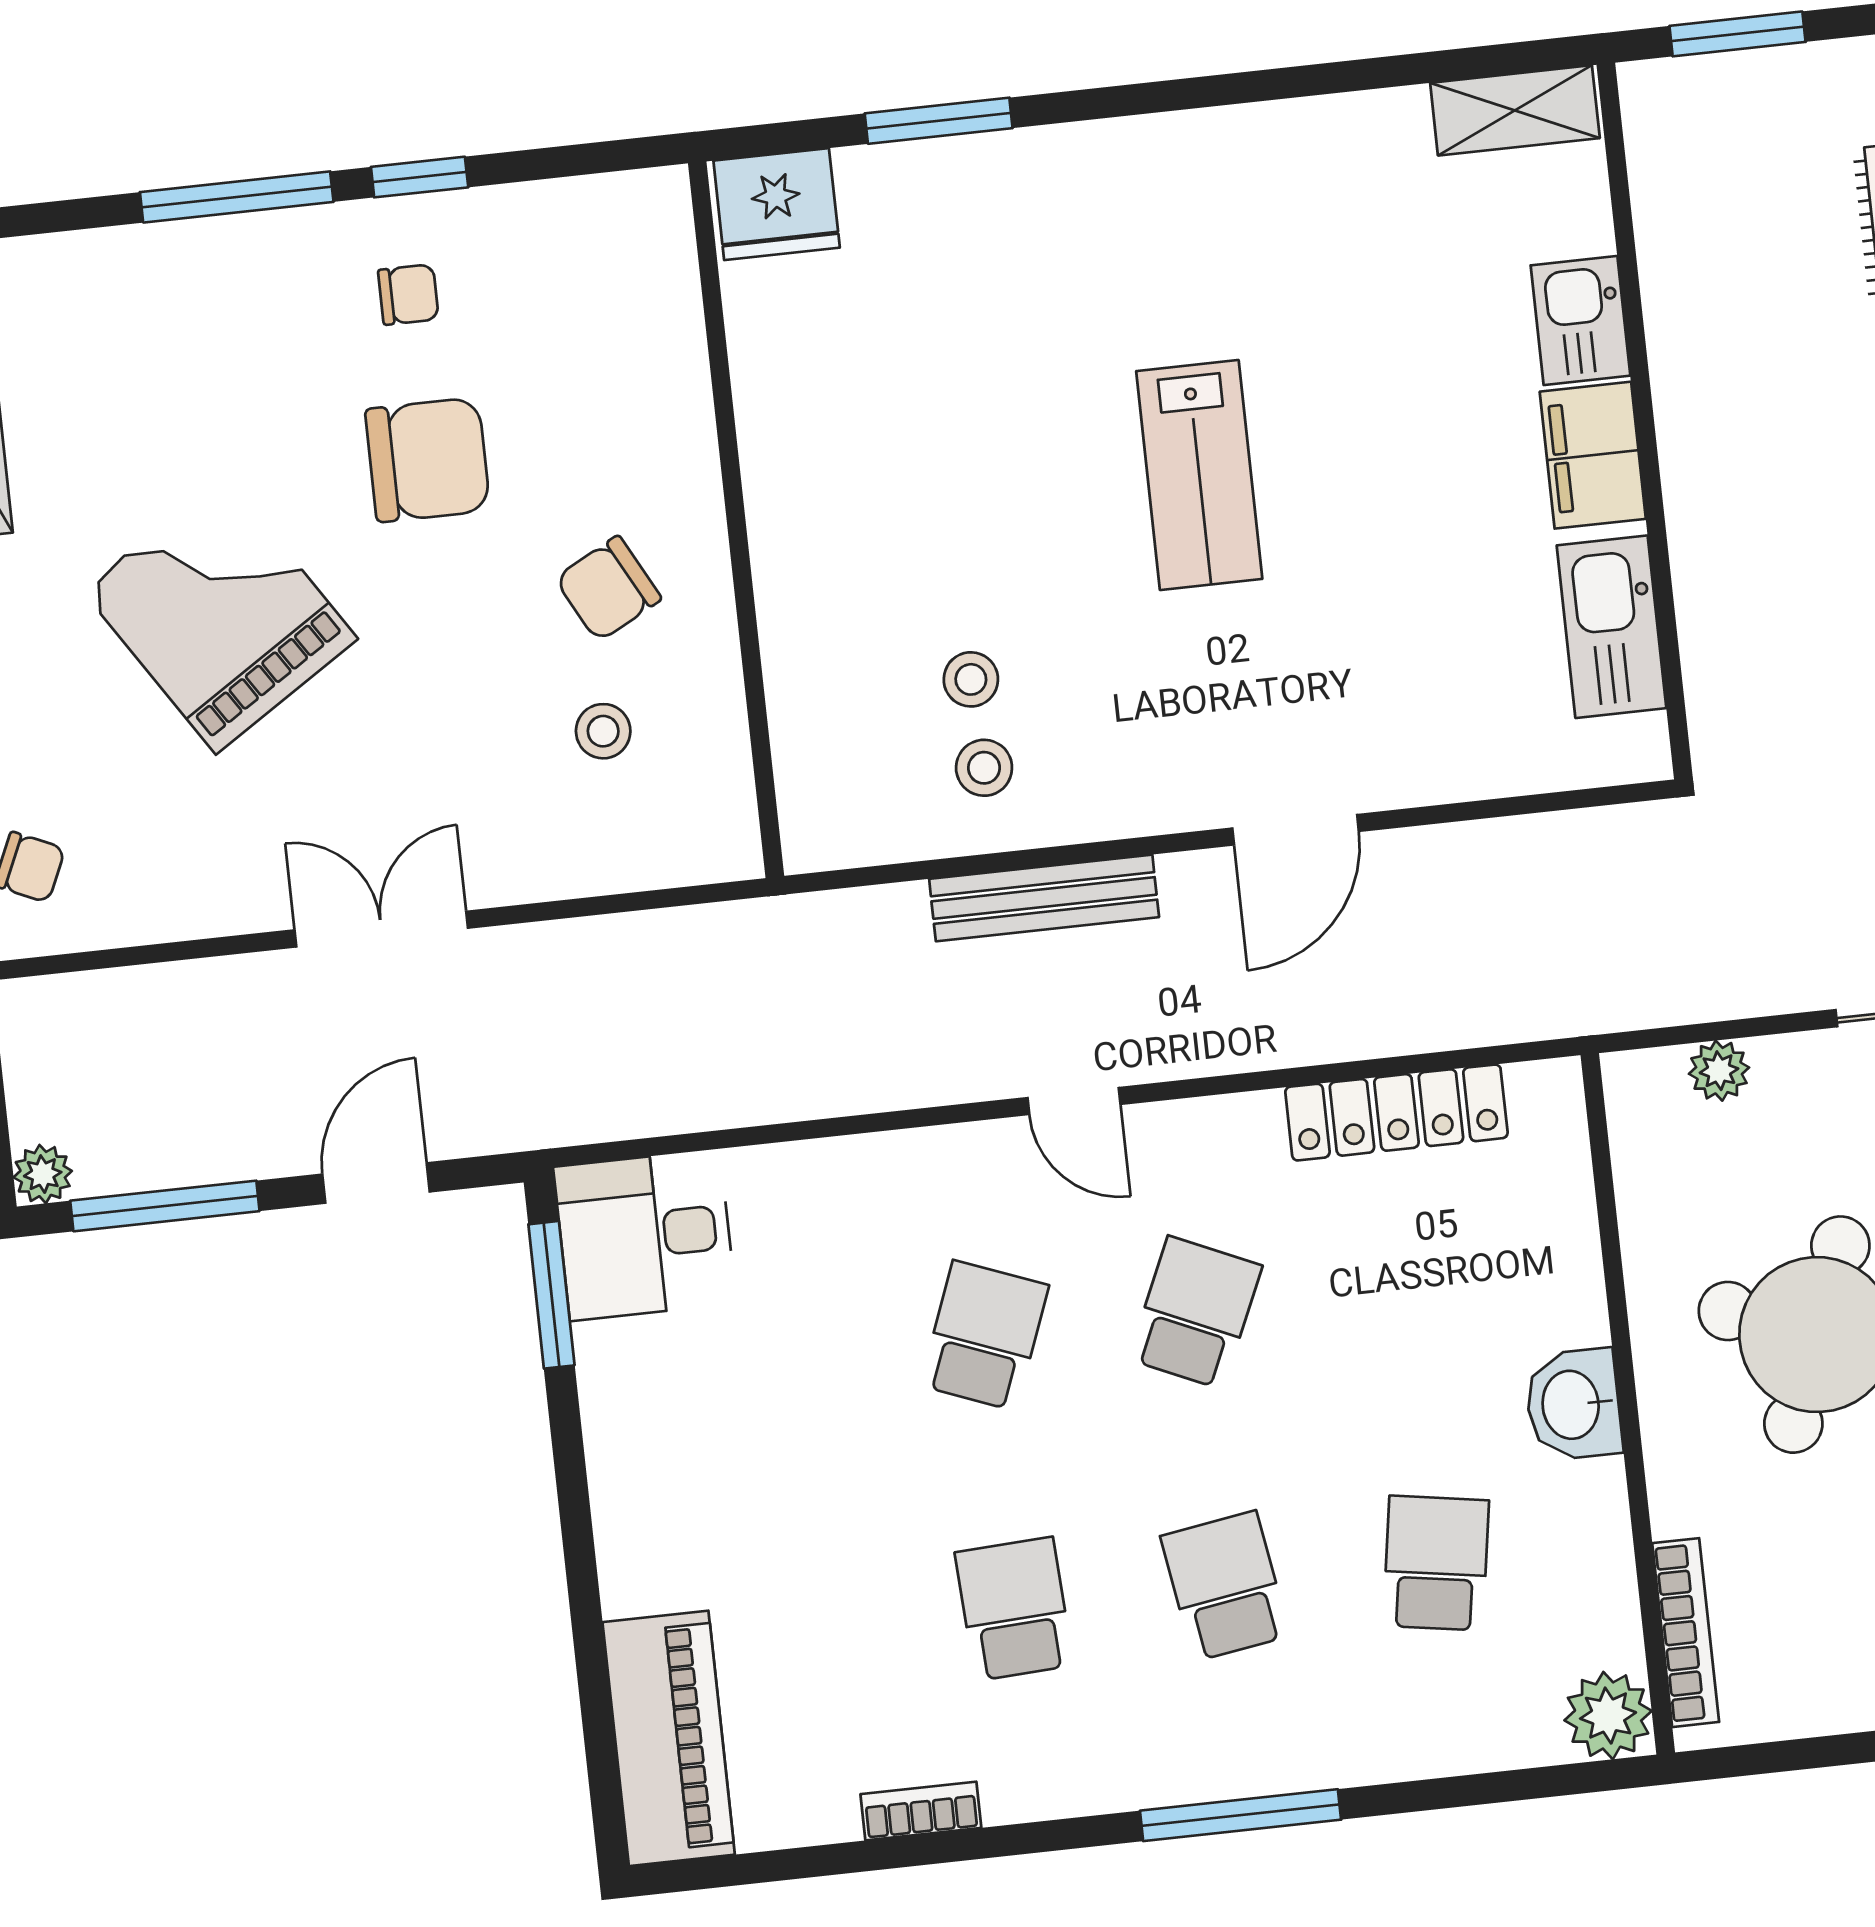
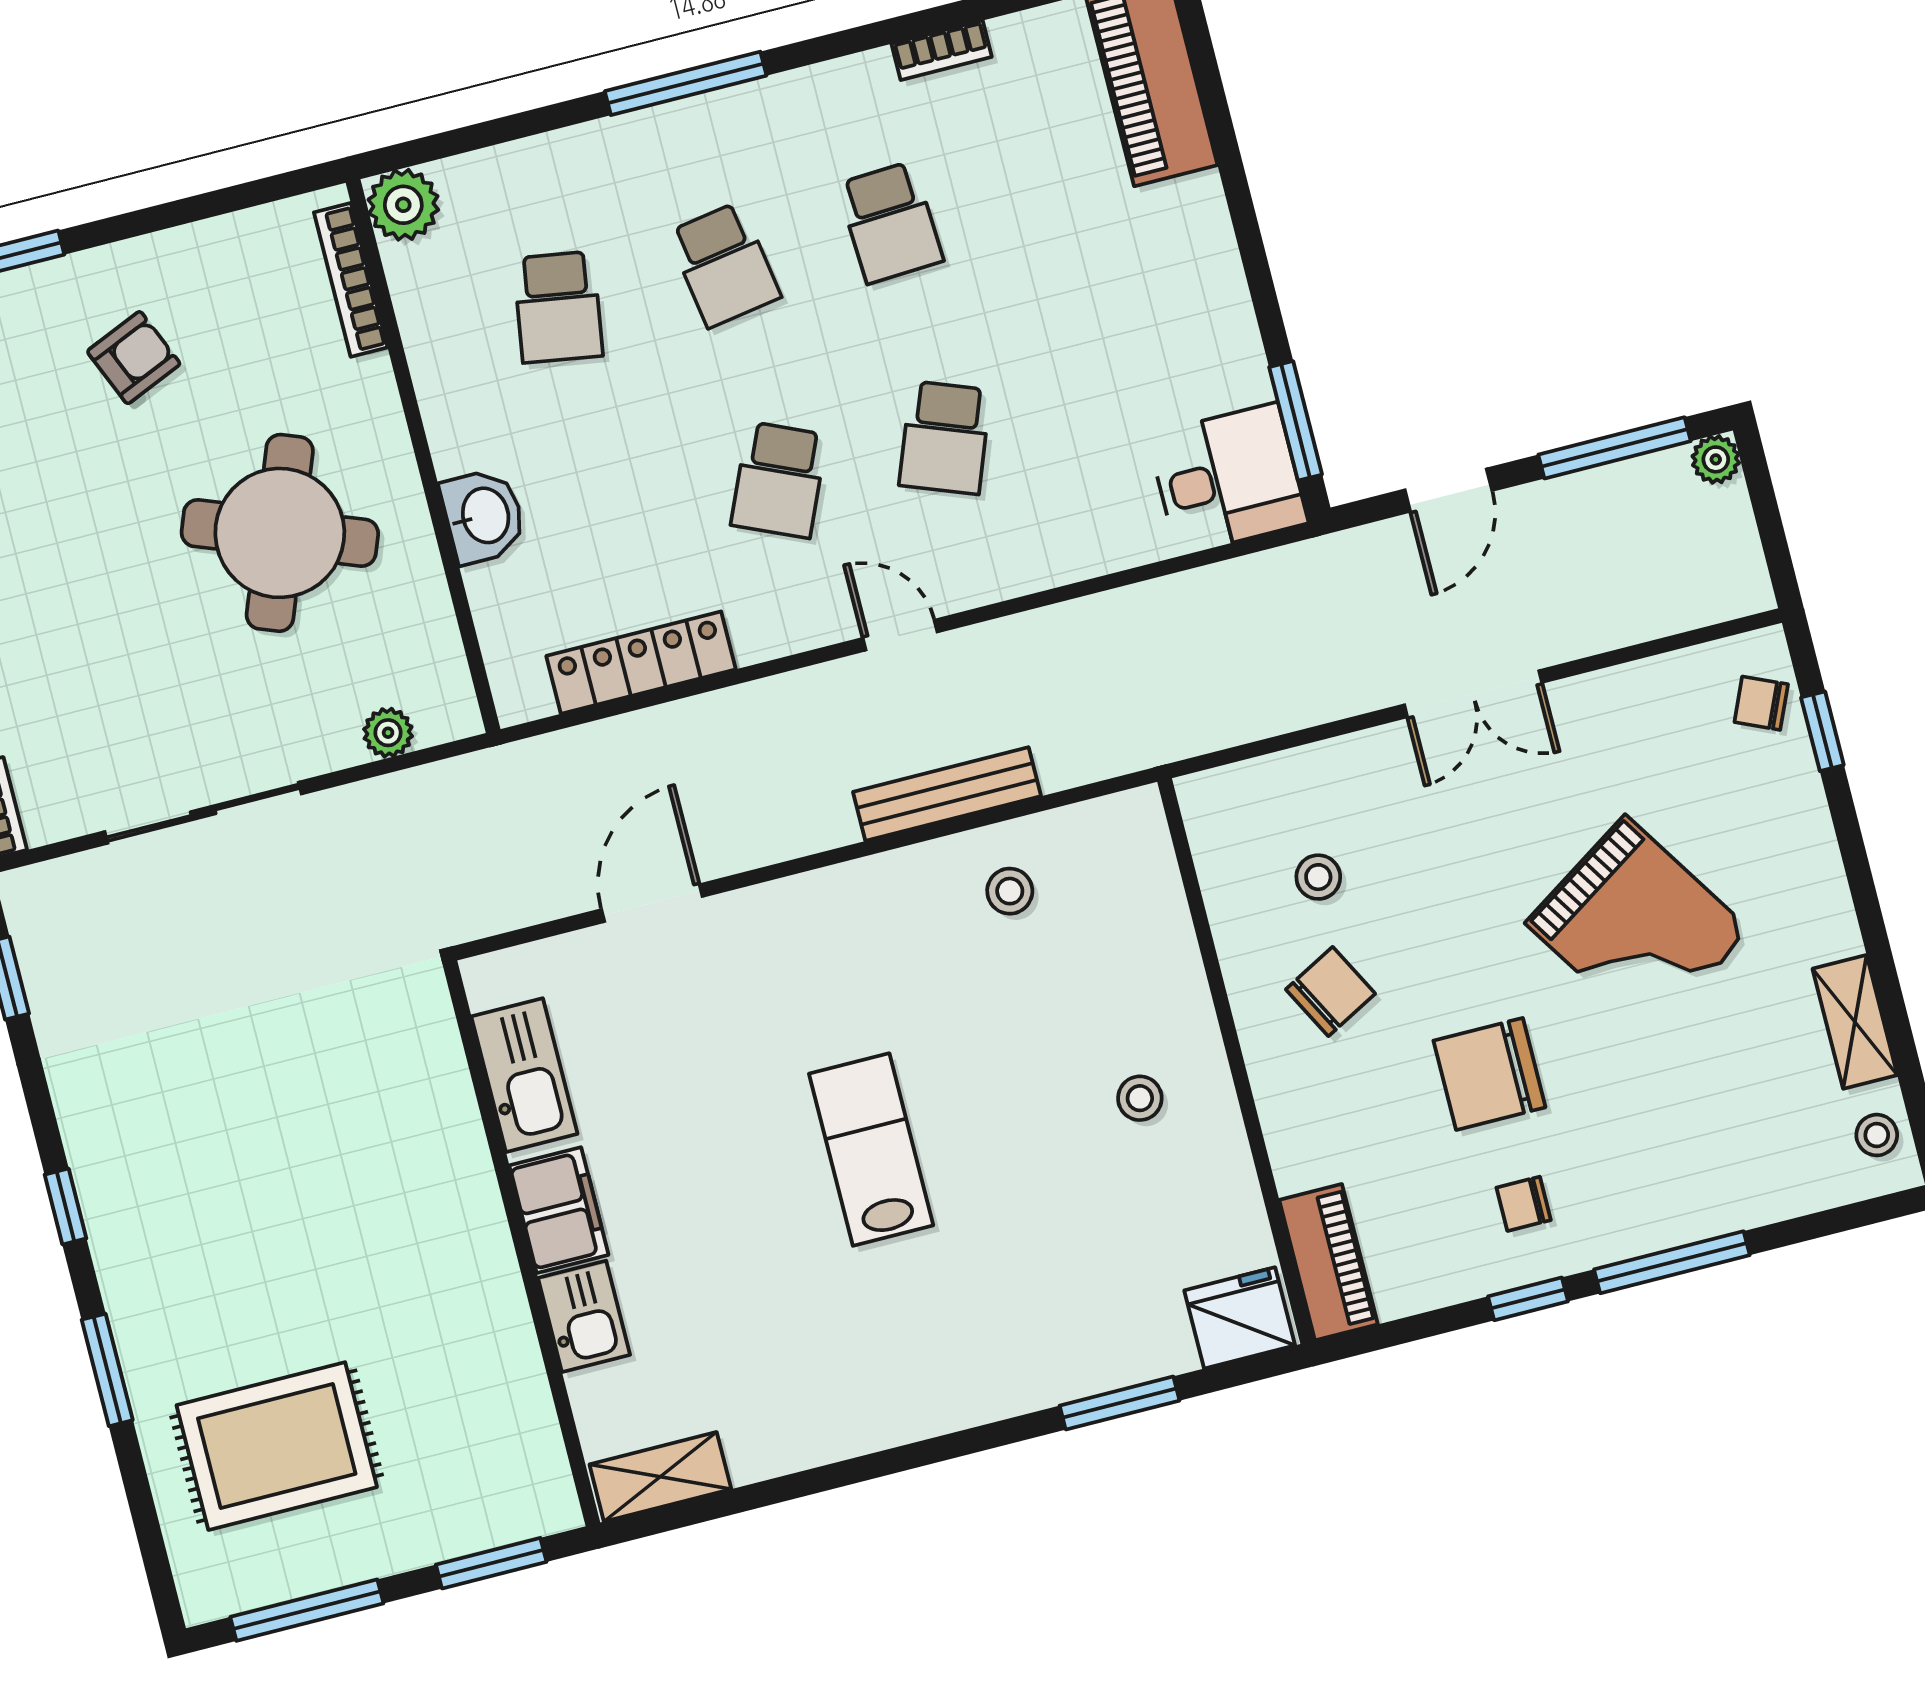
piano: (658, 257) -> (1328, 1262), added
stool: (971, 679) -> (1140, 1098), moved
door: (1296, 830) -> (652, 903), moved
washbasin: (1573, 1405) -> (484, 516), moved

